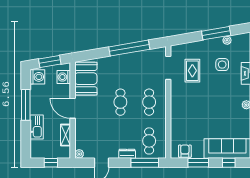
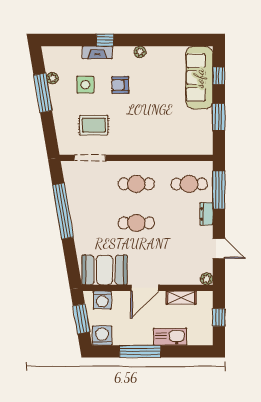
armchair: (185, 151) -> (120, 85), moved

